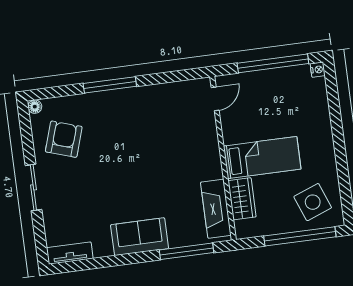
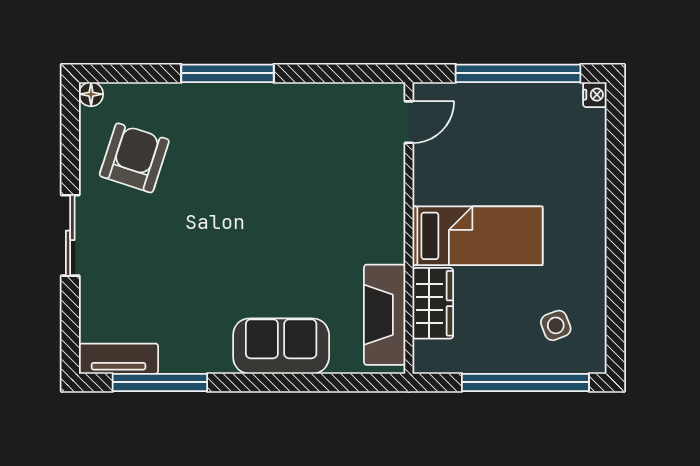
side table: (313, 202) -> (556, 325), width x0.54, depth x0.54
sofa: (140, 237) -> (281, 346), moved
window: (187, 251) -> (160, 382), moved

